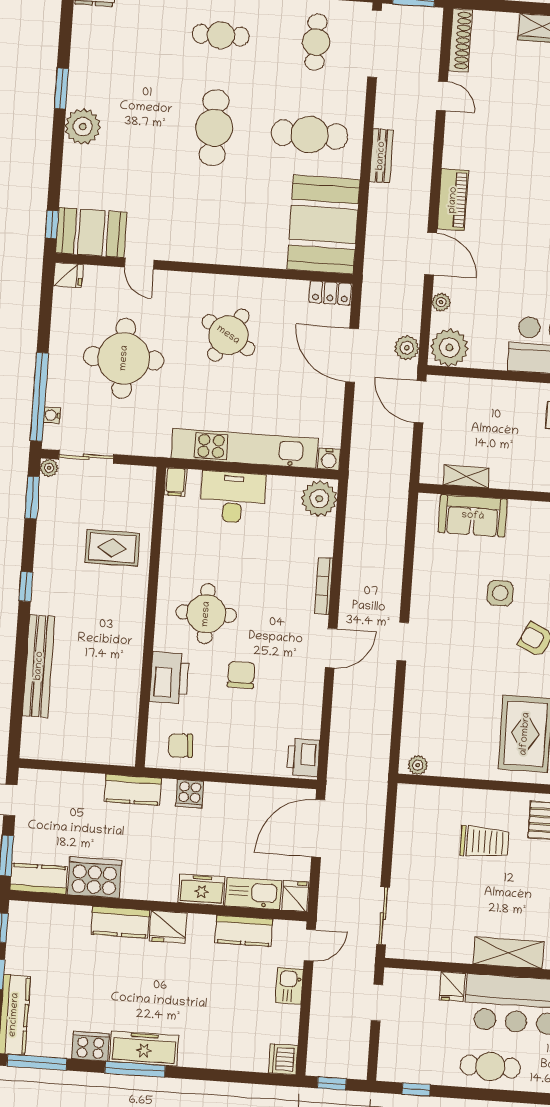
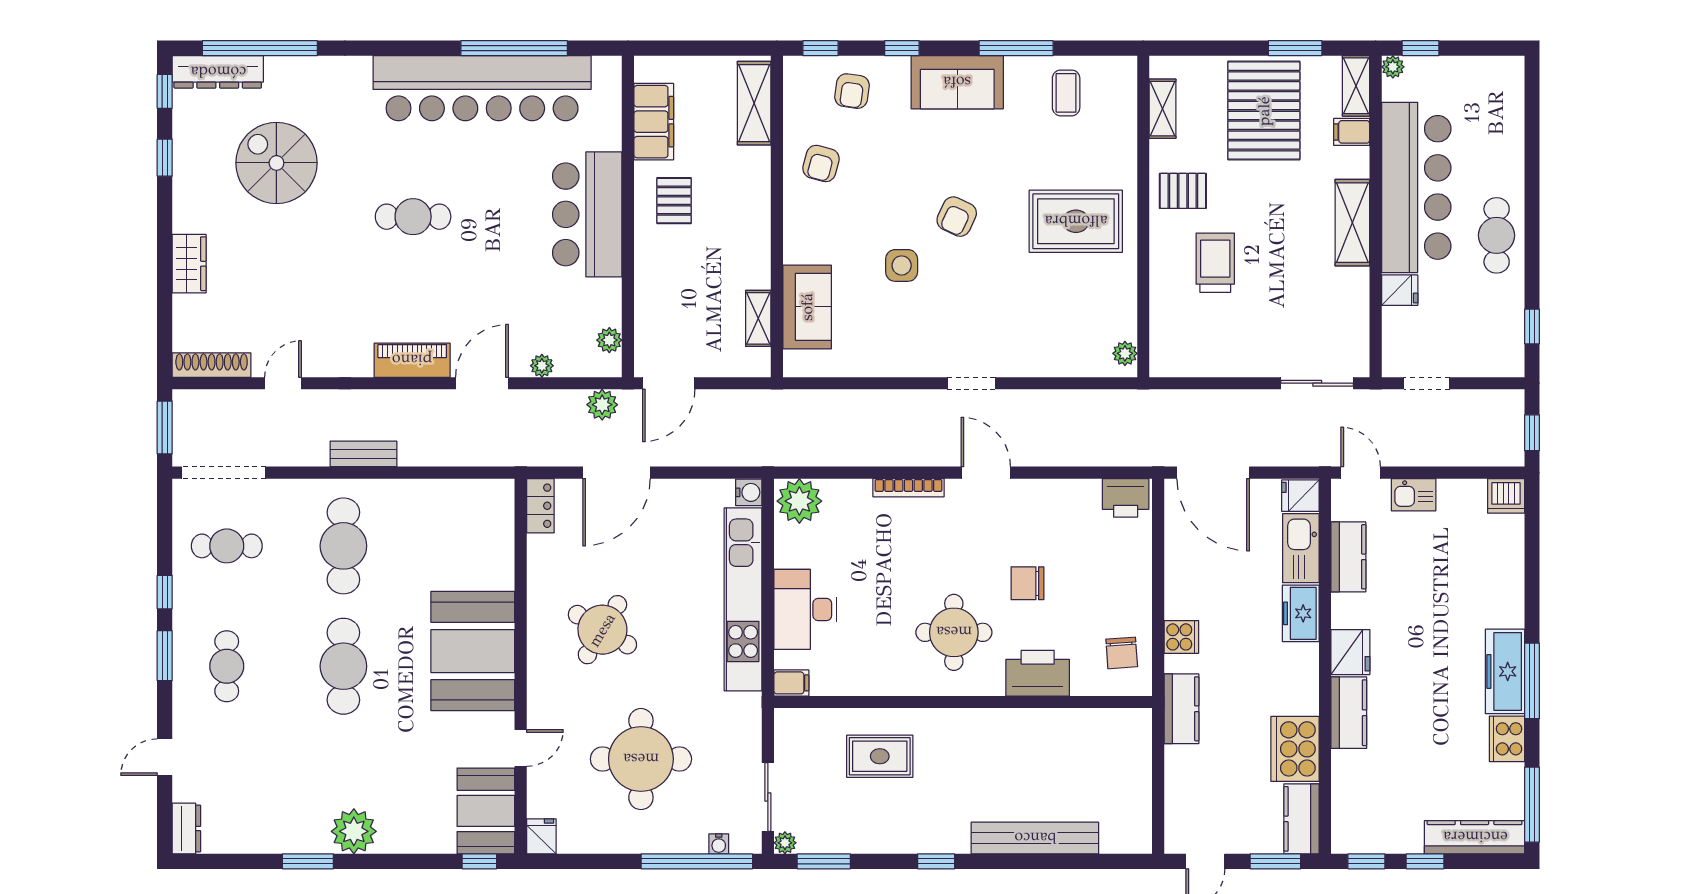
cafe table: (214, 128) -> (343, 666), turned 90
booth: (323, 224) -> (473, 651), moved, turned 90
plant: (449, 348) -> (609, 340), width x0.53, depth x0.53
rug: (112, 548) -> (880, 756), turned 90

